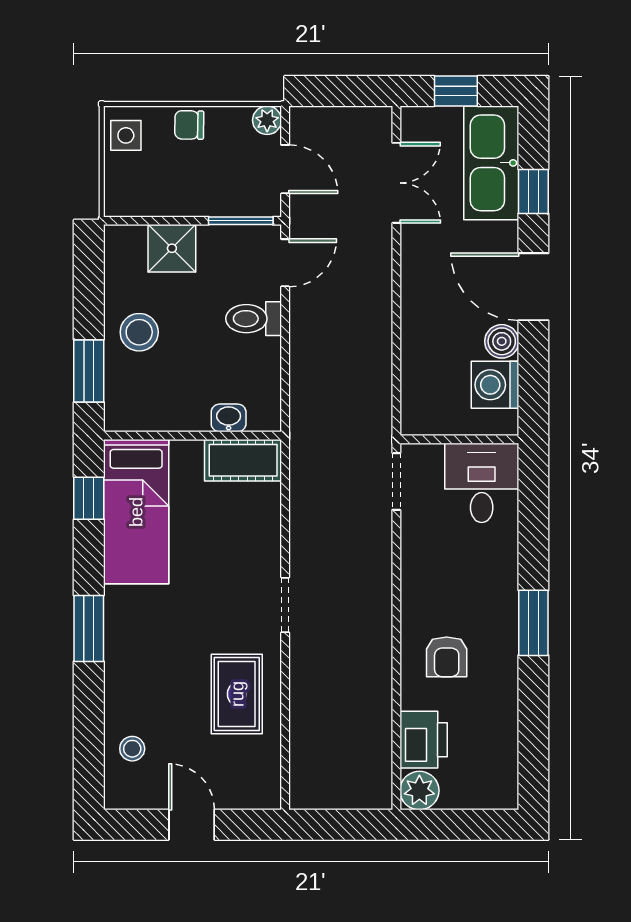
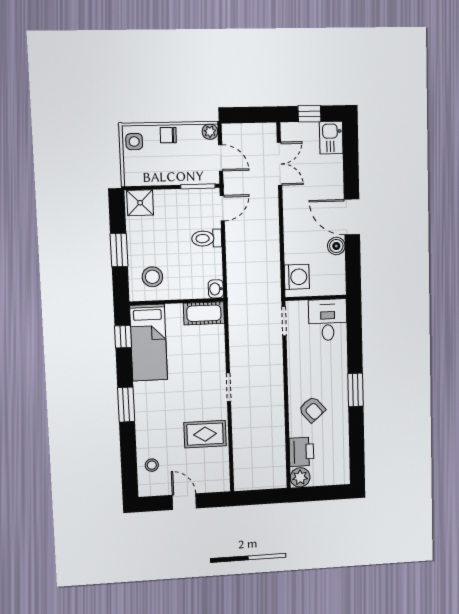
kitchen sink: (491, 163) -> (331, 138), width x0.53, depth x0.81
window: (533, 191) -> (351, 167), removed
shower: (172, 248) -> (140, 203), moved
stool: (139, 332) -> (152, 277), moved
window: (89, 371) -> (119, 250), moved
washing machine: (495, 385) -> (297, 277), moved, turned 180
washbasin: (229, 418) -> (216, 289), moved, turned -90
armchair: (447, 657) -> (312, 409), turned -41
rug: (237, 694) -> (205, 434), turned 90

